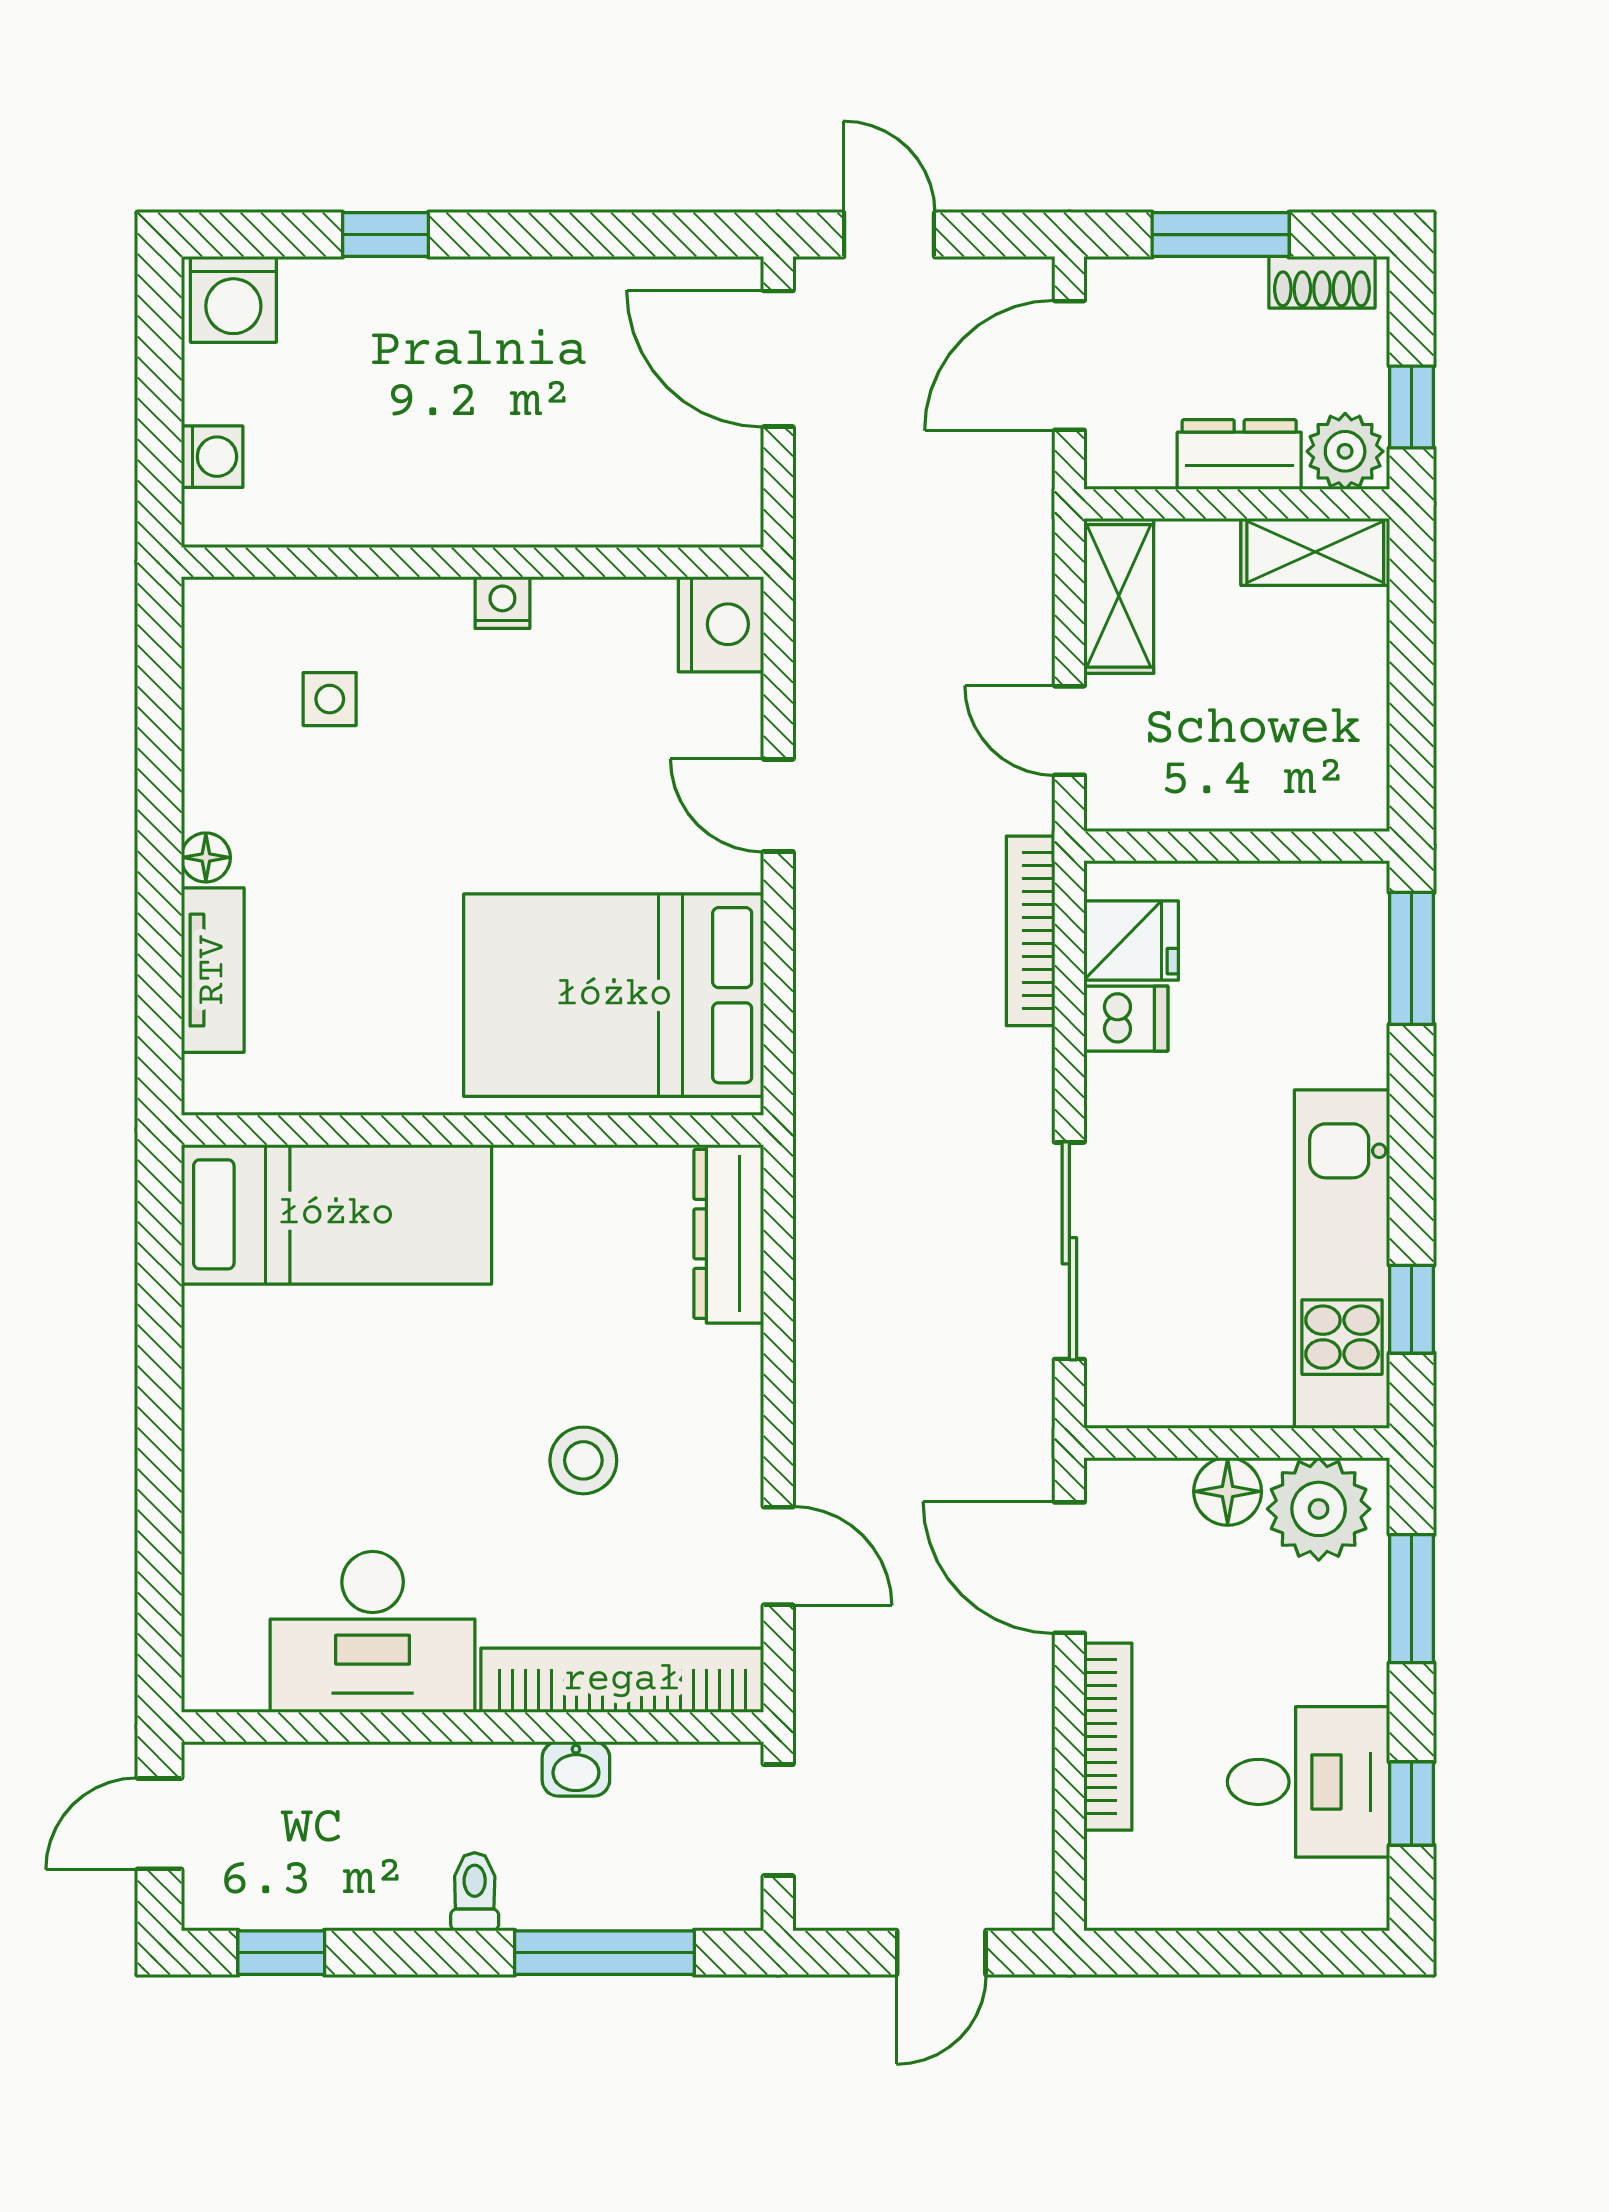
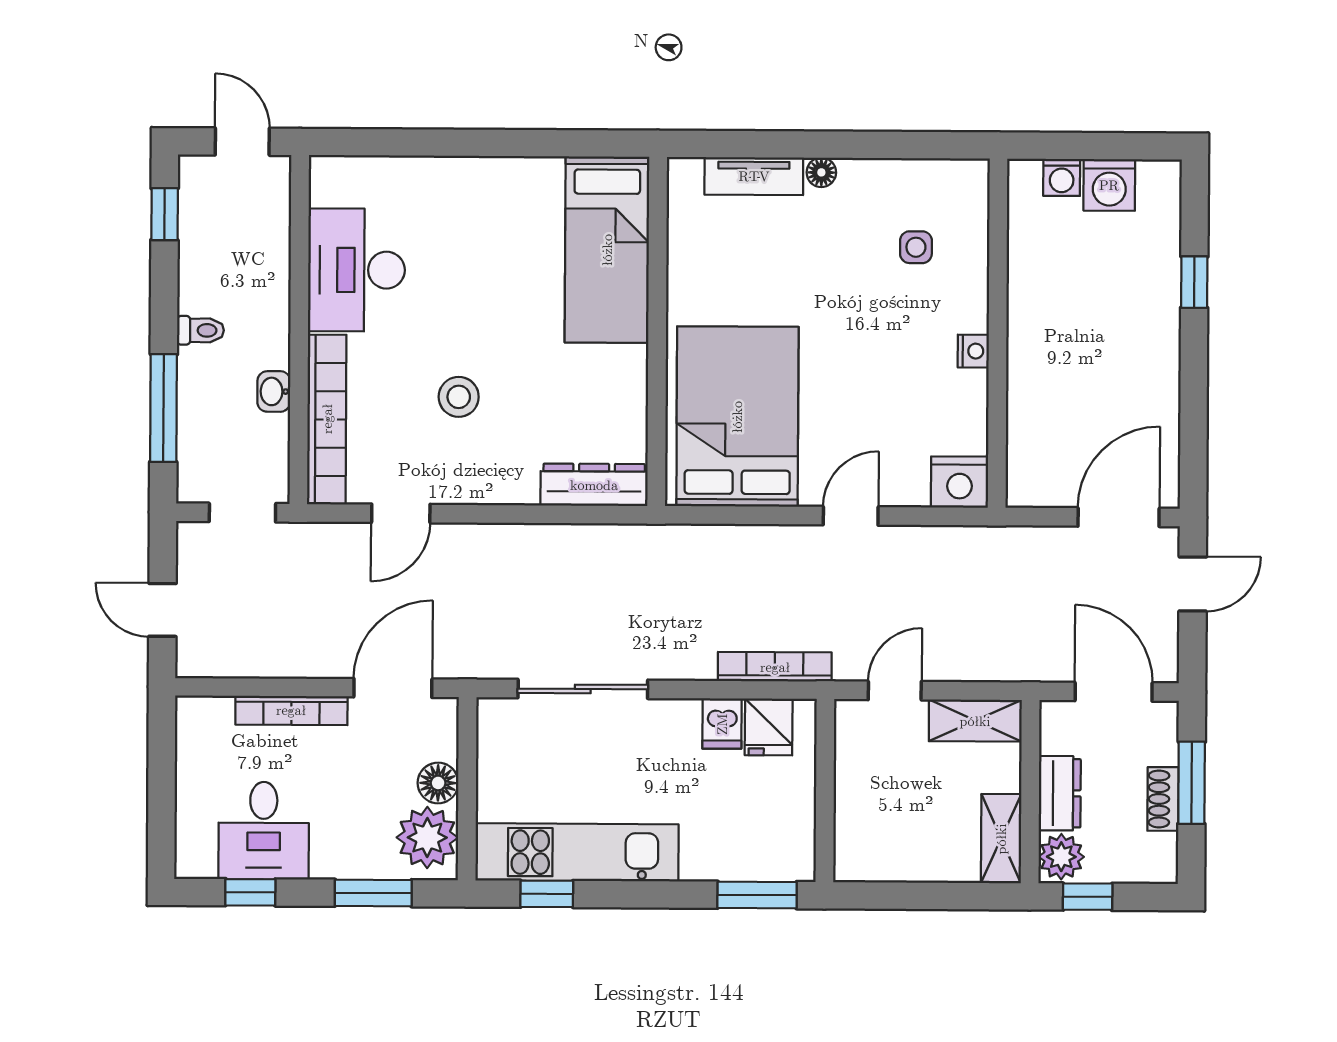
shoe rack: (1322, 282) -> (1163, 799), moved
washing machine: (233, 299) -> (1109, 185), moved, turned -90

